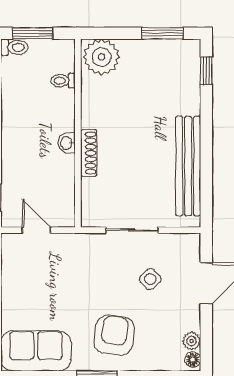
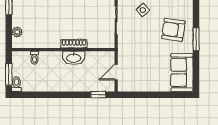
plant: (102, 57) -> (17, 32), width x0.53, depth x0.53
washbasin: (67, 143) -> (74, 58), width x1.91, depth x1.45

